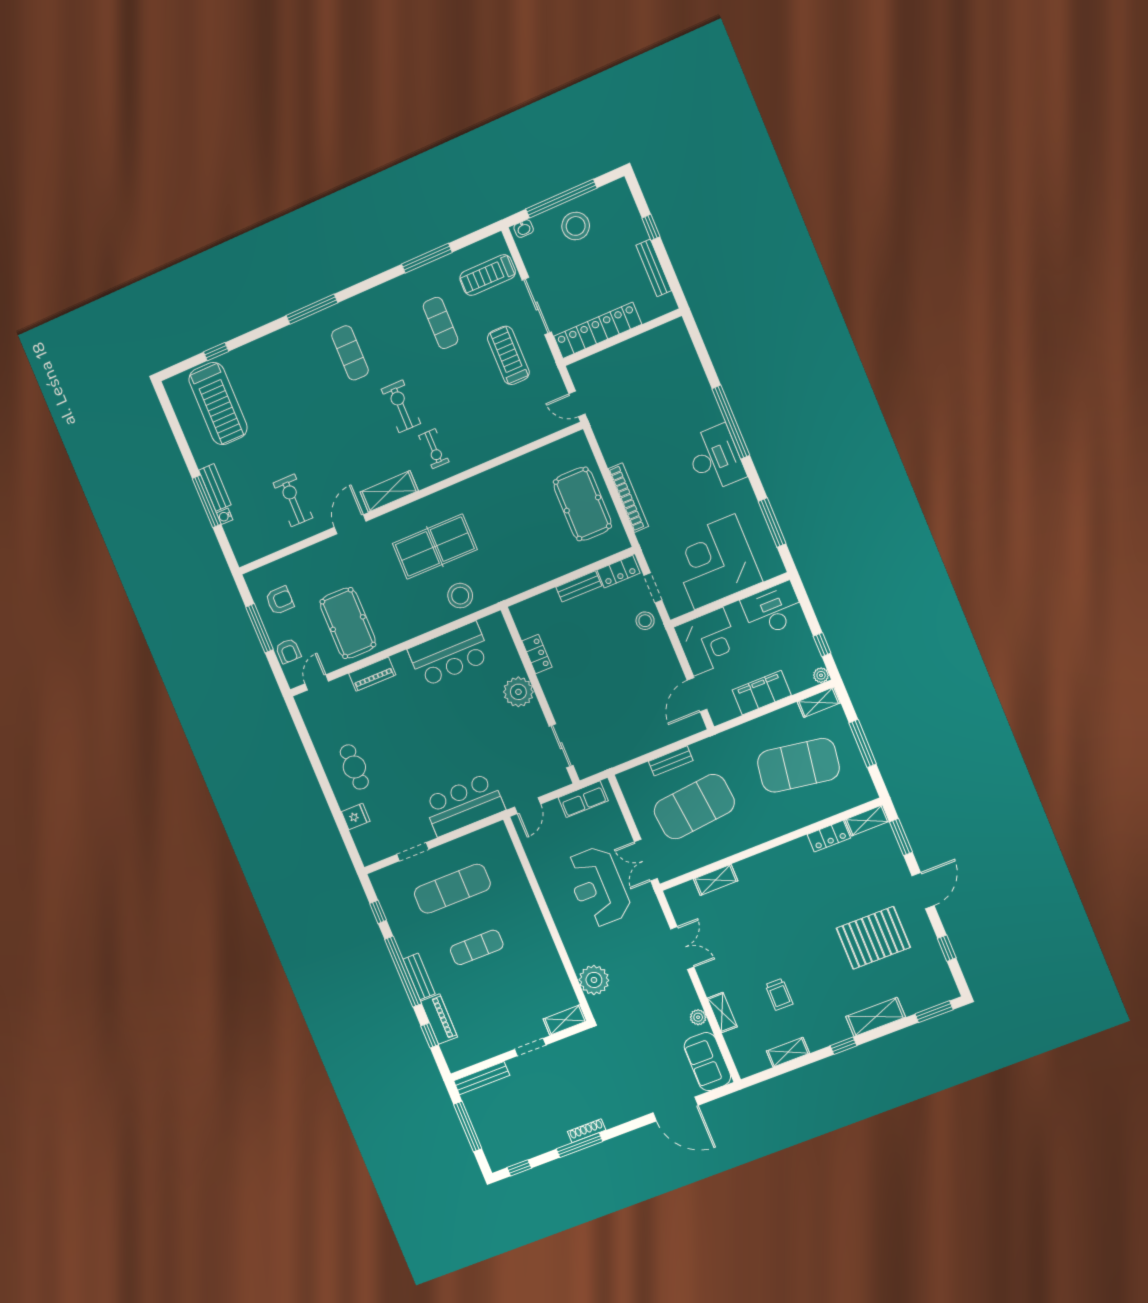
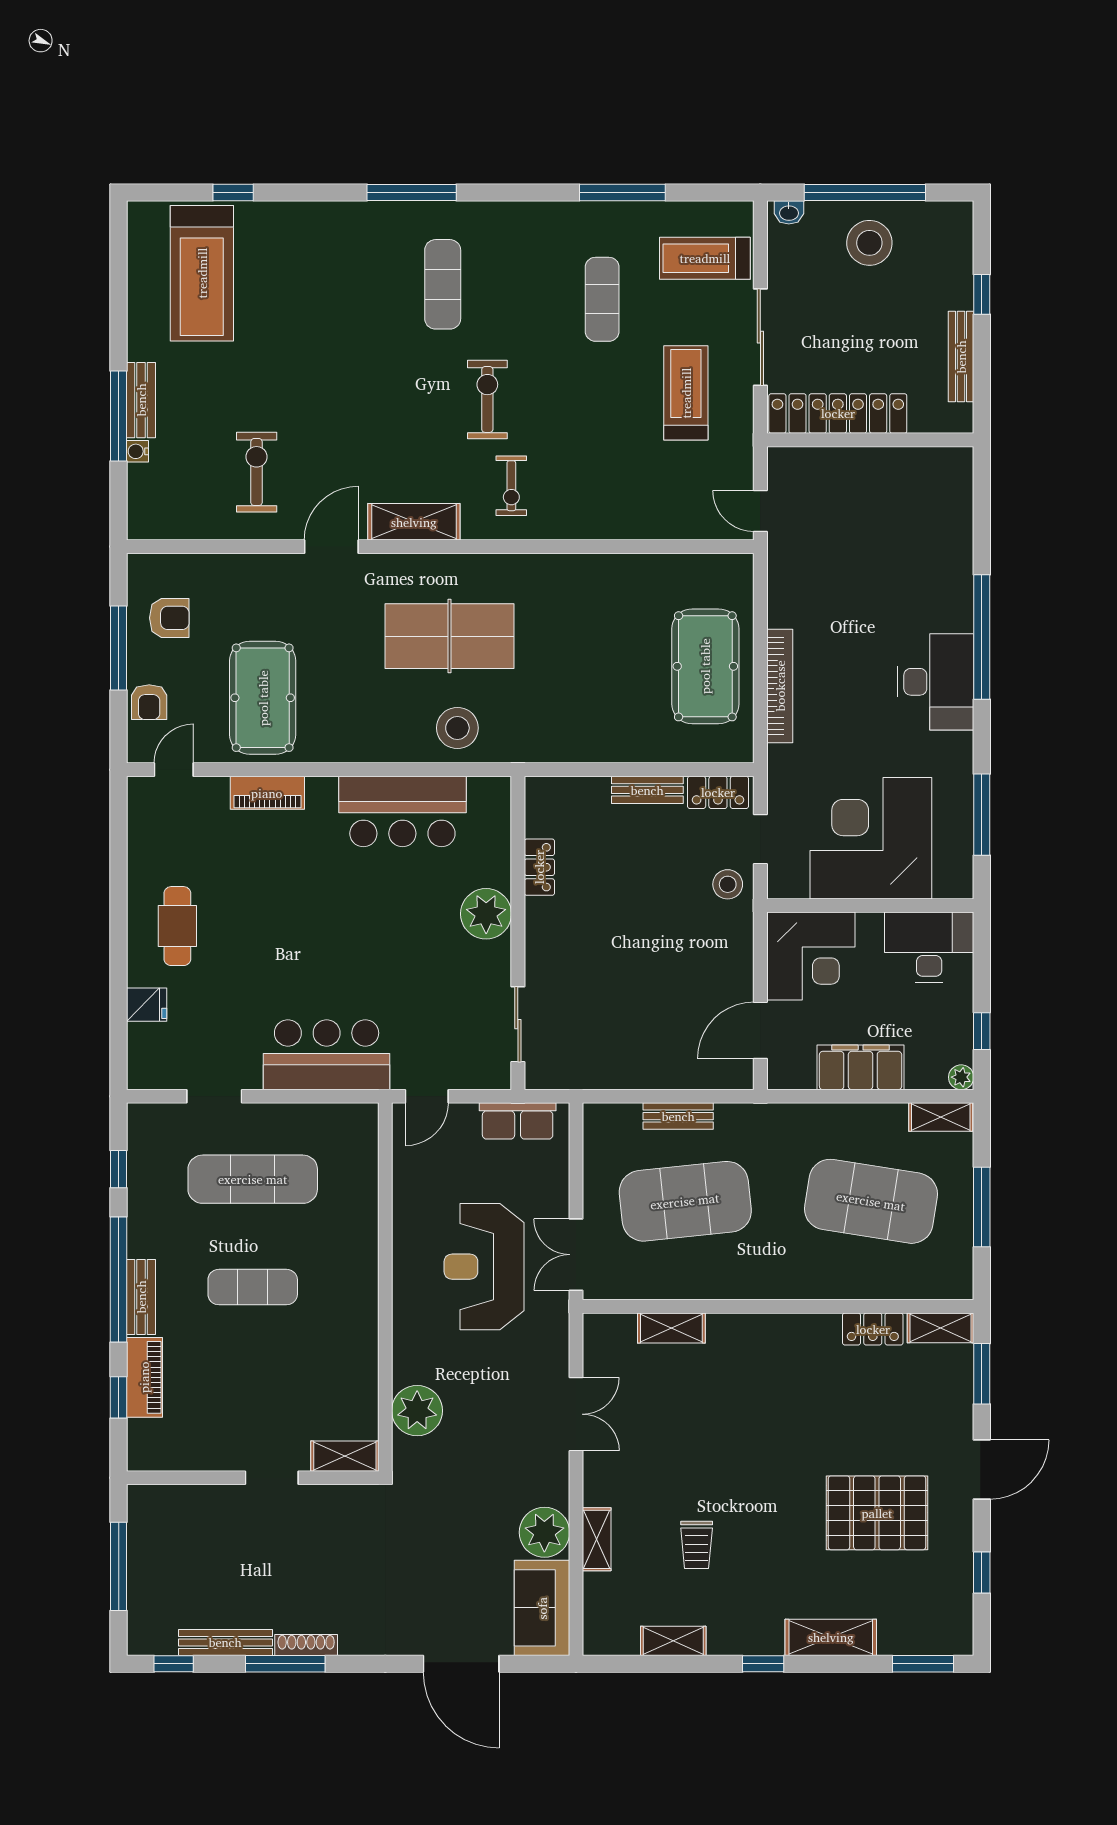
plant: (698, 1017) -> (544, 1532), width x1.88, depth x1.88
bench: (482, 1078) -> (225, 1642), moved

